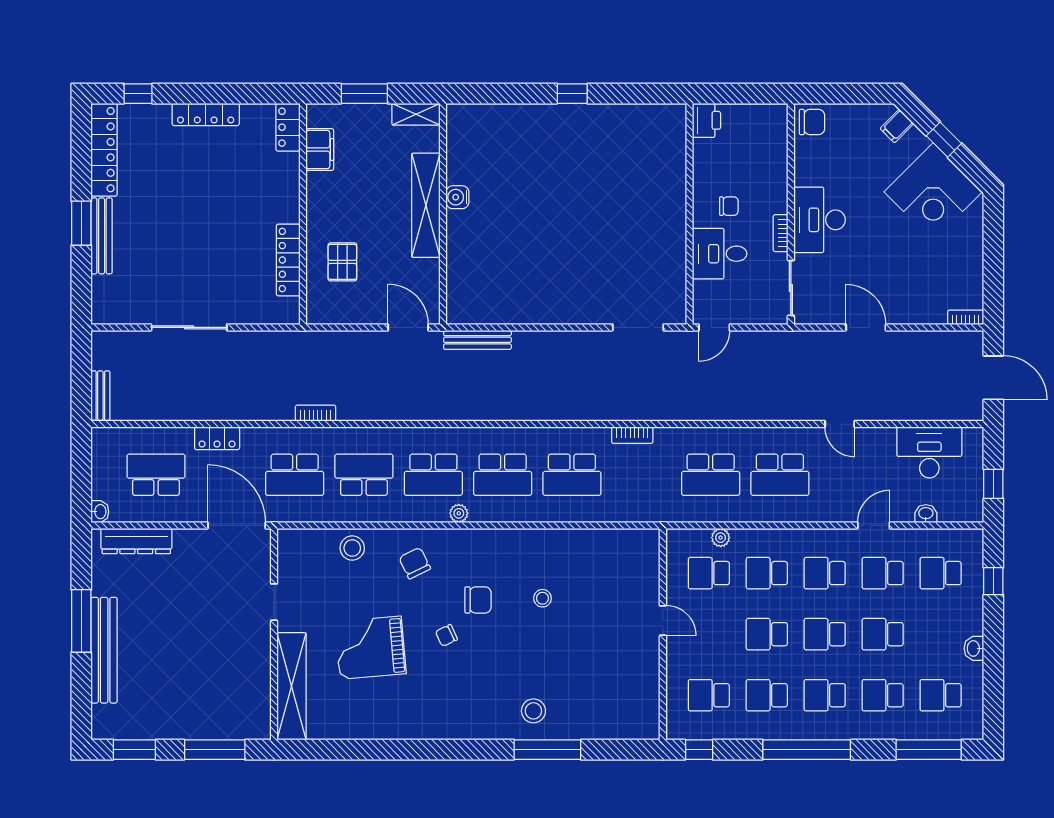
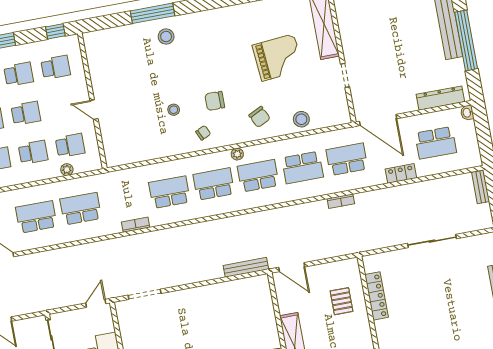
window: (81, 621) -> (466, 40), width x1.46
chair: (446, 635) -> (203, 133), moved

